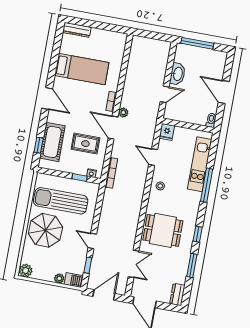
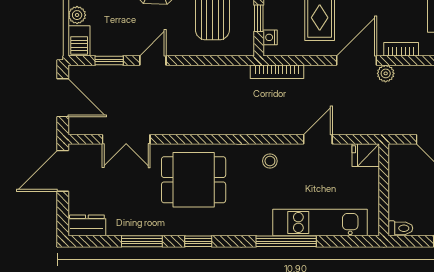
dining table: (163, 230) -> (194, 180), turned 90

